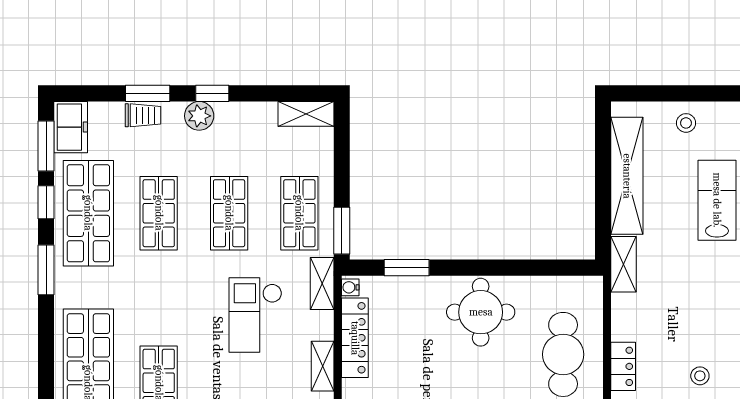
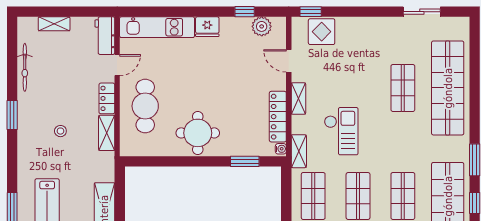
window: (342, 231) -> (286, 185), removed
shelving: (623, 264) -> (107, 133), moved
stool: (700, 376) -> (60, 131), moved

